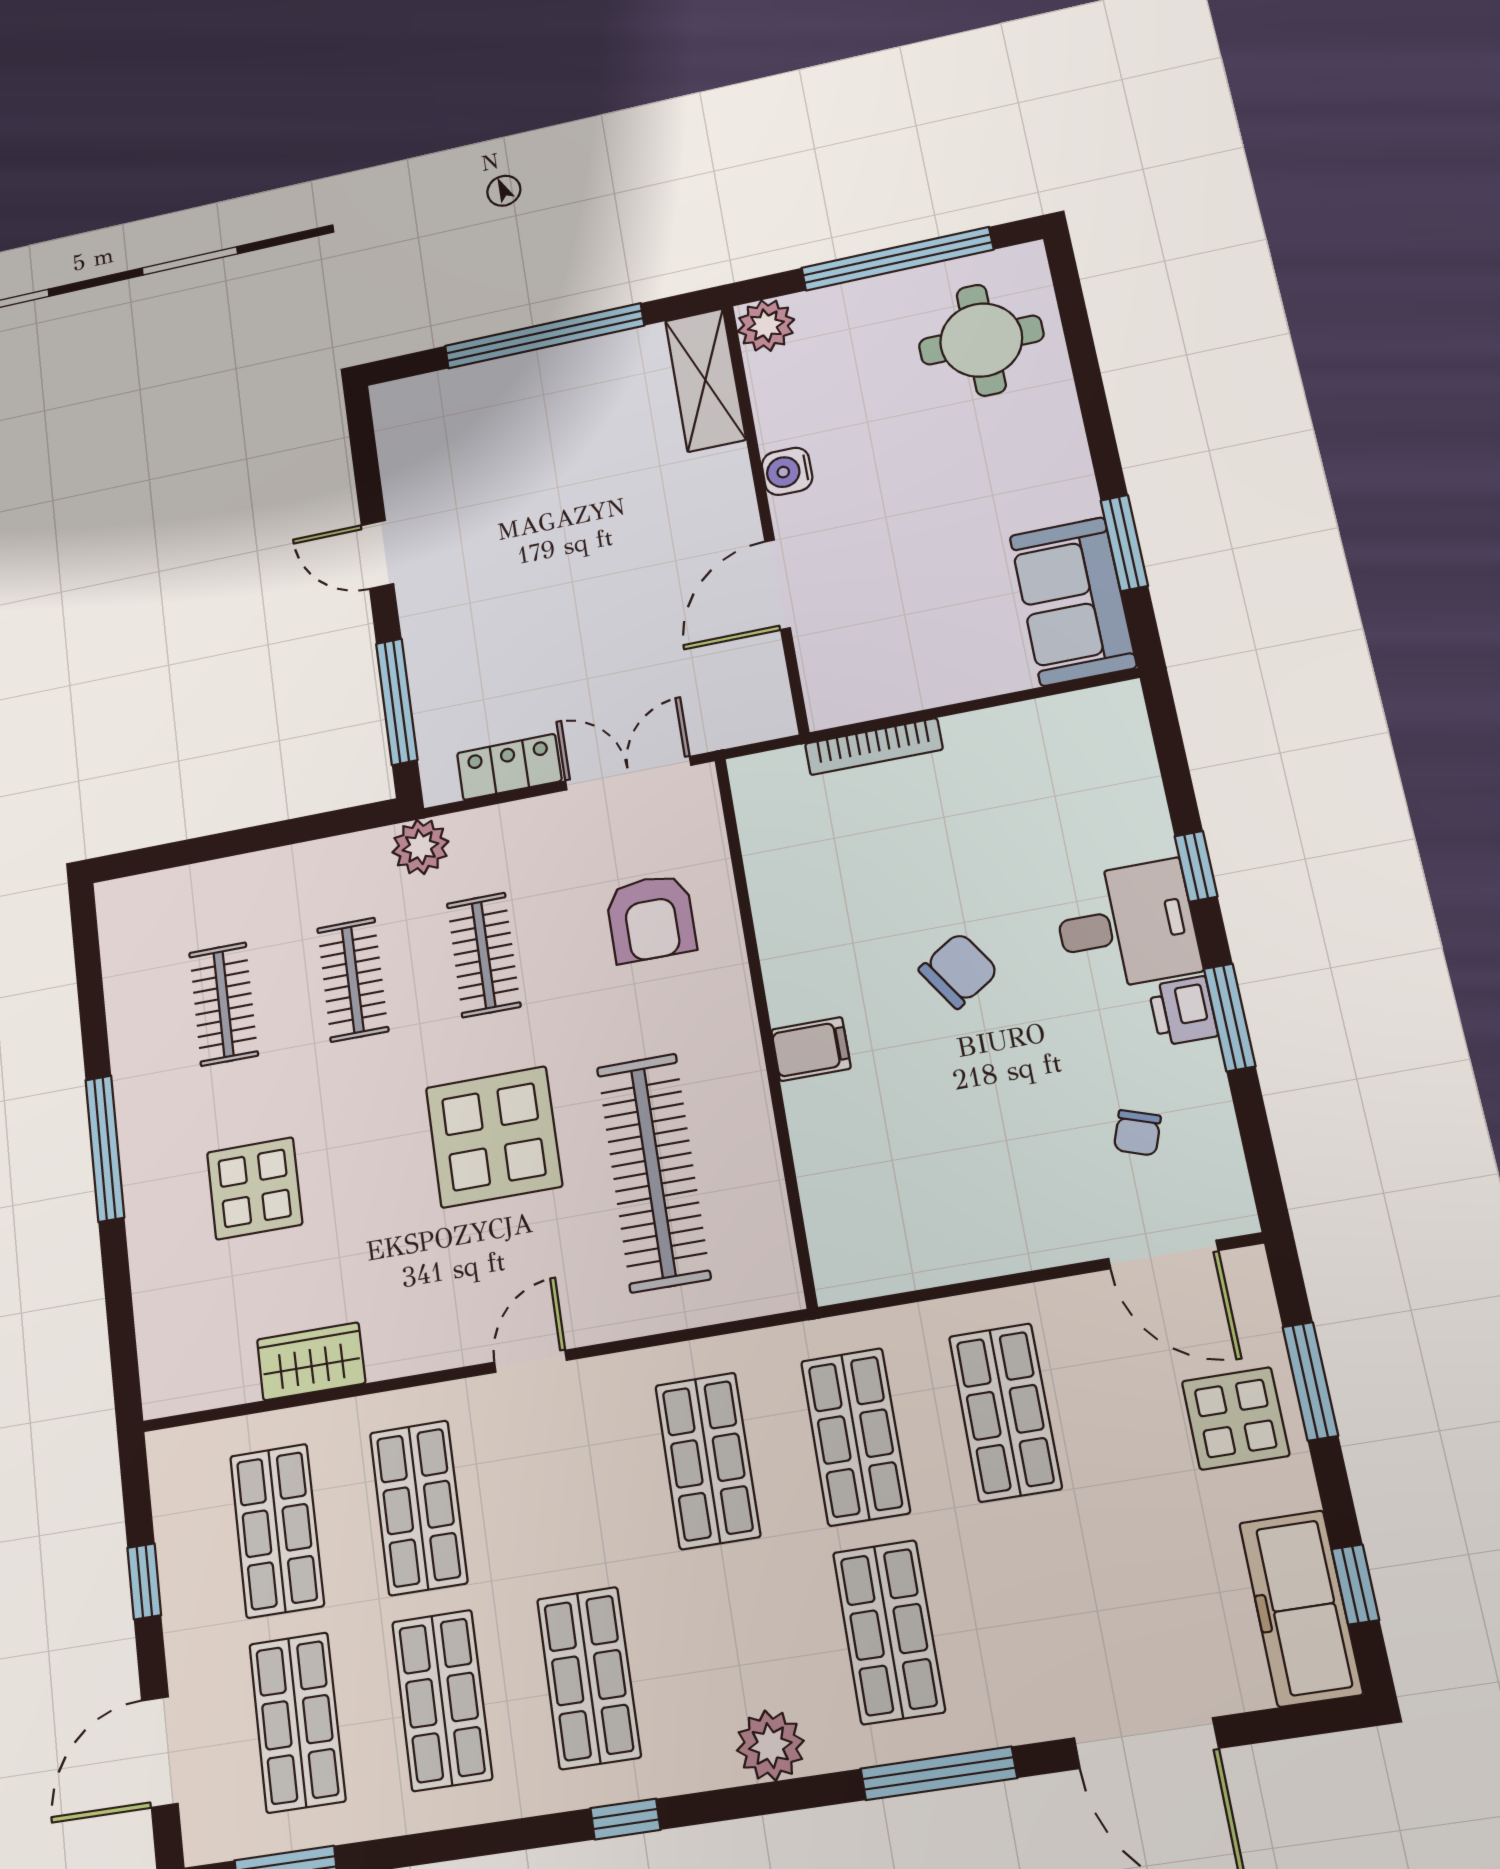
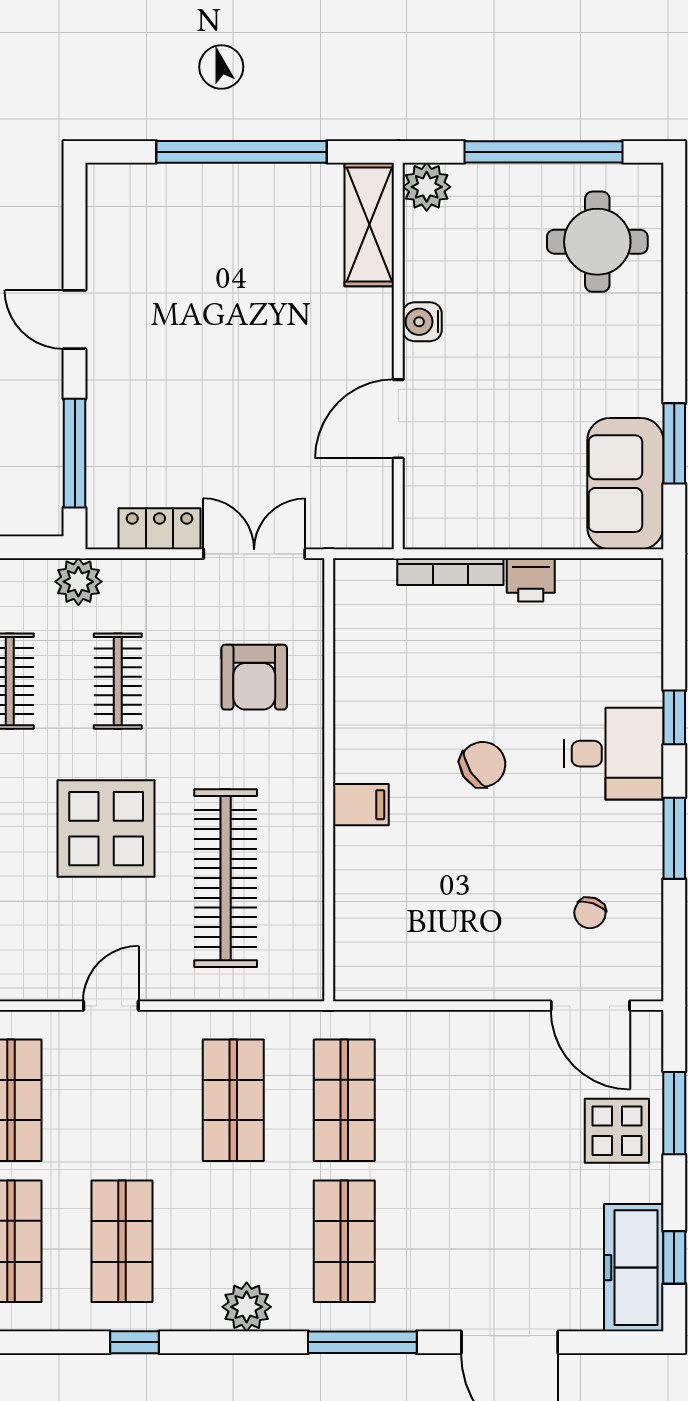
printer: (1183, 1011) -> (531, 580), moved, turned -90
shop shelf: (1005, 1412) -> (455, 1100), removed

